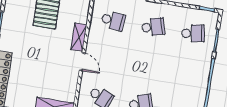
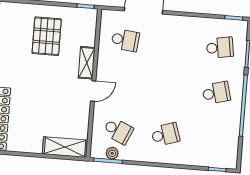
school desk: (153, 27) -> (216, 93), moved
door: (82, 62) -> (93, 91), hinge flipped

